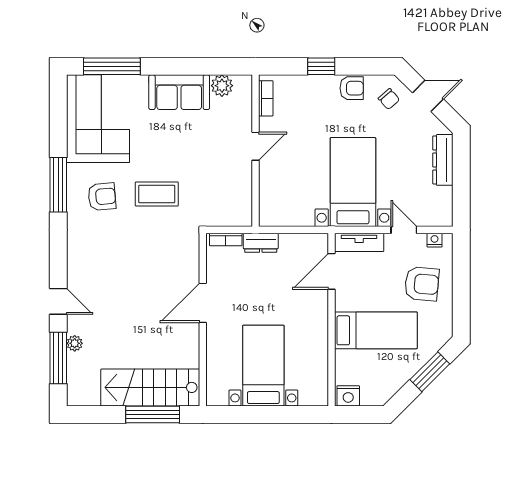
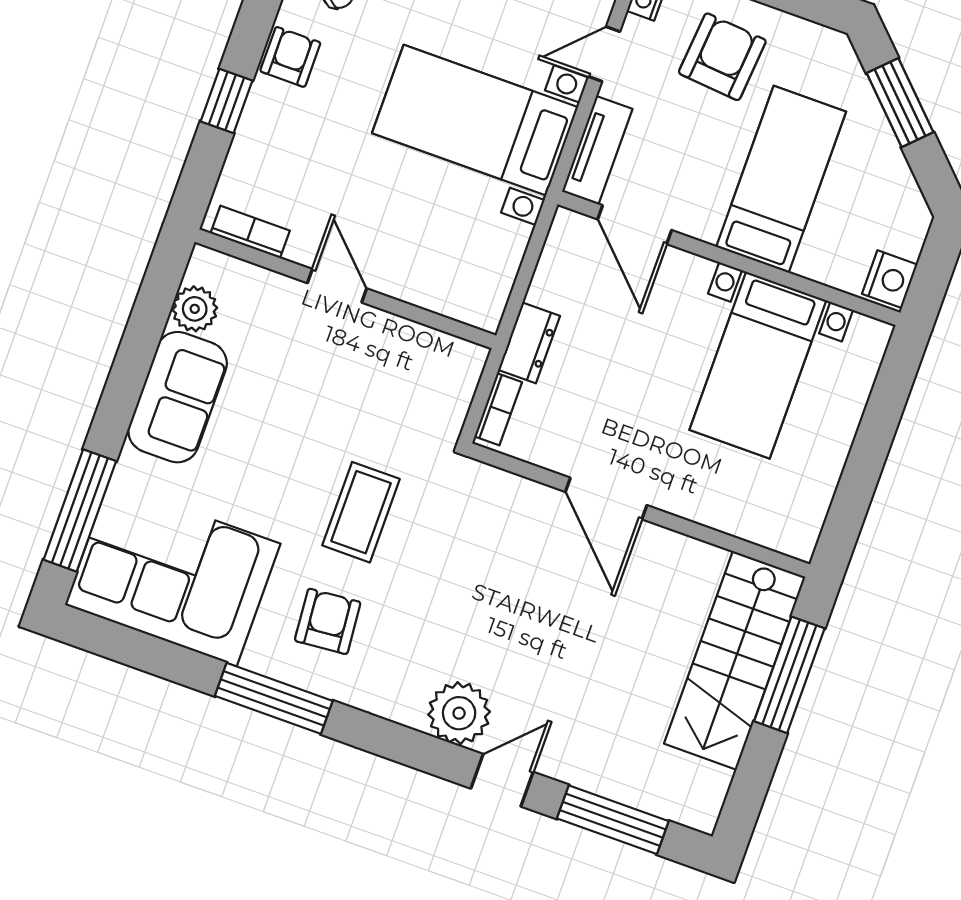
plant: (75, 343) -> (459, 713), moved, width x1.87, depth x1.87
bed with nightstands: (263, 366) -> (758, 365), moved, turned -90

